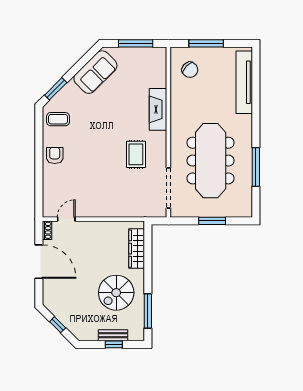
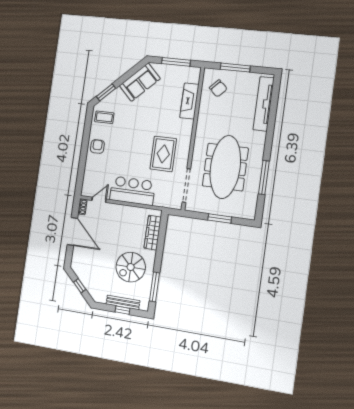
fireplace: (158, 109) -> (189, 101), moved
rug: (136, 154) -> (163, 154), width x1.36, depth x1.43
bar counter: (105, 203) -> (132, 191), added
bench: (113, 335) -> (123, 302), width x1.36

